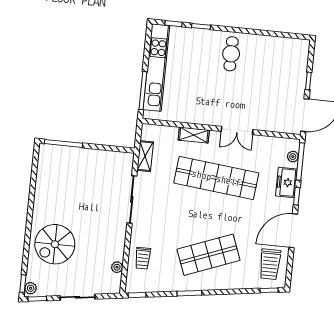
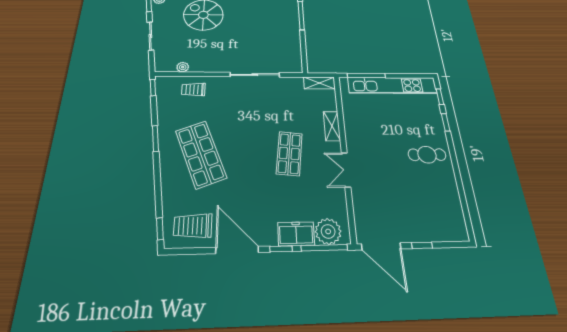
shelving: (145, 156) -> (319, 83), moved
plant: (293, 157) -> (328, 231), width x1.88, depth x1.88
shop shelf: (216, 178) -> (289, 153), width x0.50, depth x0.74

